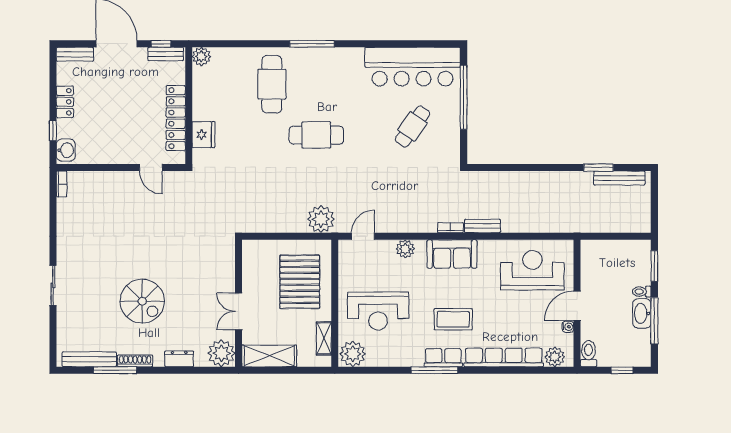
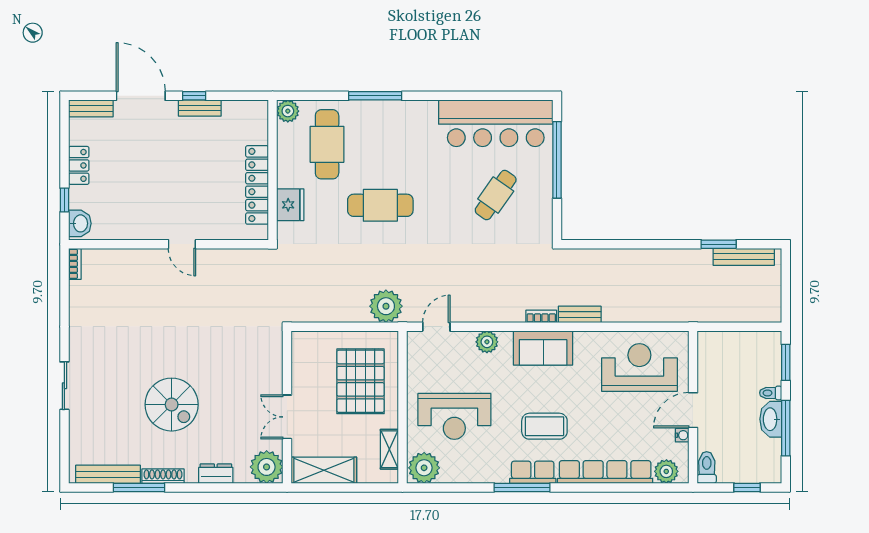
plant: (201, 56) -> (288, 111), moved
wall: (189, 106) -> (273, 170), moved
locker: (176, 118) -> (257, 185), moved
fridge: (203, 135) -> (290, 205), moved

